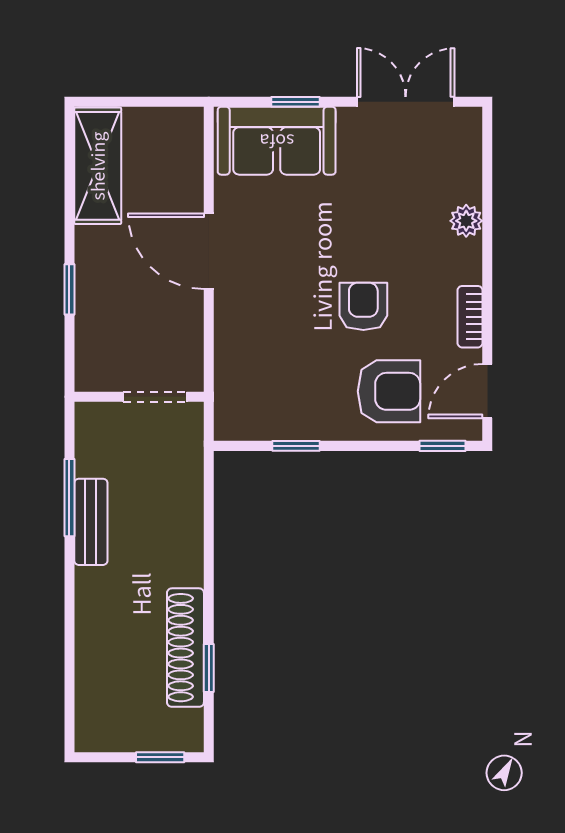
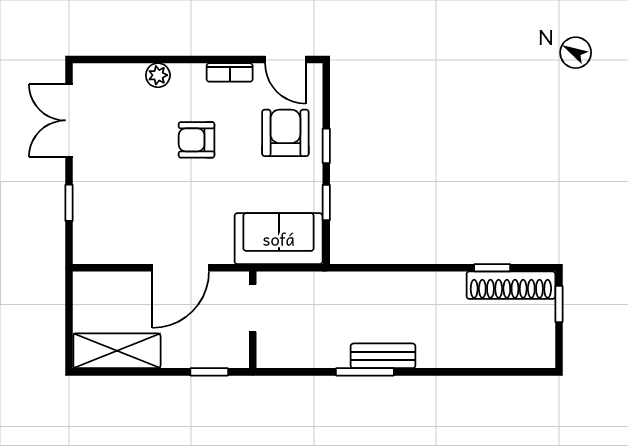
sofa: (277, 141) -> (279, 239), moved, turned -90
armchair: (363, 306) -> (197, 140), moved
wall: (139, 397) -> (253, 320), moved
doorway: (155, 397) -> (253, 308), moved
window: (443, 446) -> (326, 146), moved
shoe rack: (185, 648) -> (511, 285), moved

